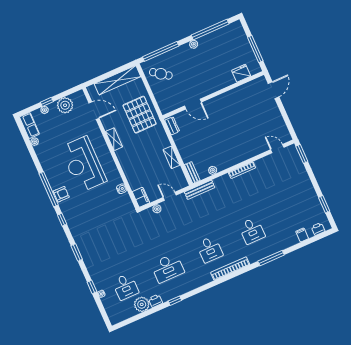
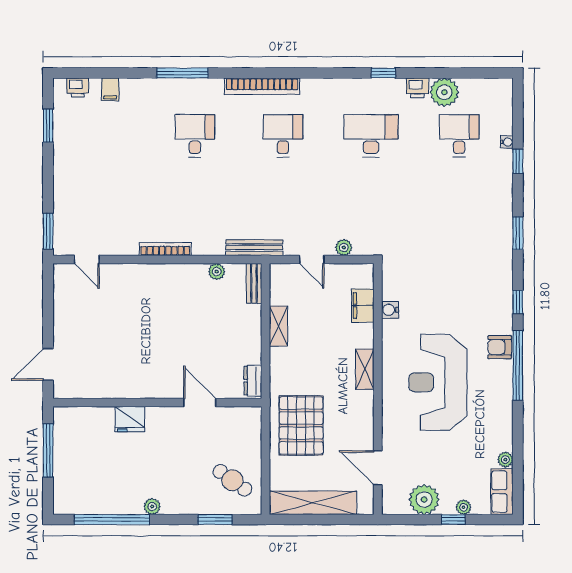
window: (161, 51) -> (215, 520), width x0.47
fridge: (241, 73) -> (130, 419), moved
shelving: (114, 139) -> (365, 369), moved
reception desk: (83, 164) -> (438, 382), turned 180
filing cabinet: (141, 197) -> (363, 306), moved

